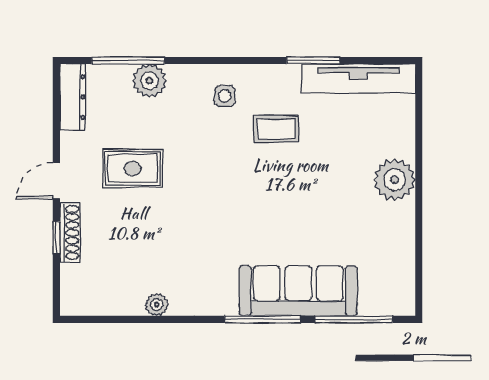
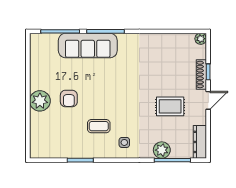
tv unit: (358, 78) -> (58, 151), removed
armchair: (336, 184) -> (69, 98), added
plant: (157, 305) -> (201, 39), moved

